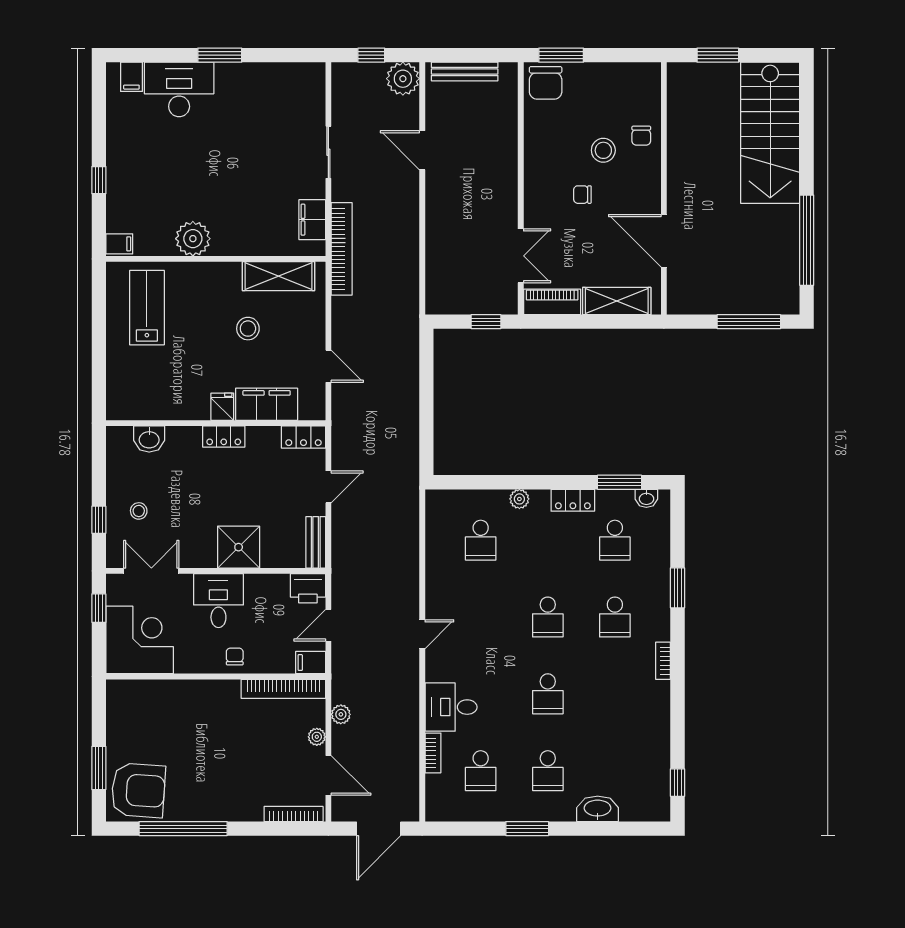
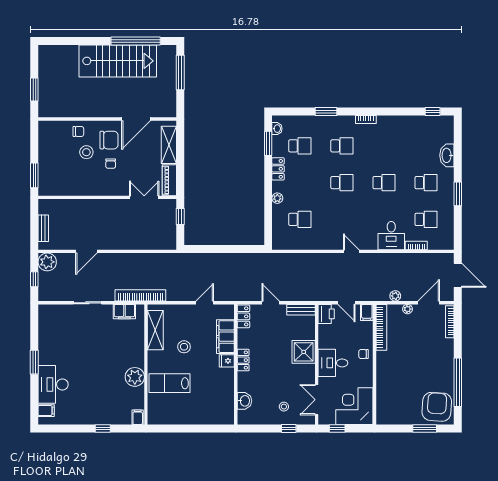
bench: (465, 71) -> (43, 228), width x0.73
chair: (546, 83) -> (109, 140), moved
stairs: (770, 133) -> (118, 61), moved
lab bench: (147, 308) -> (169, 383), moved

